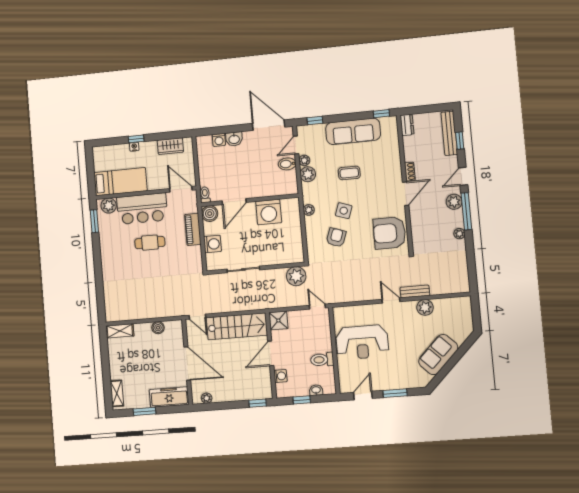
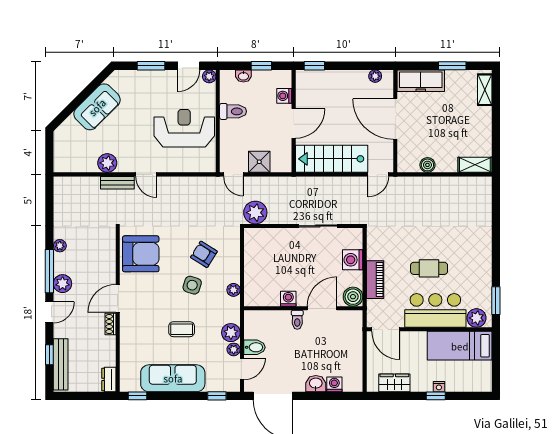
toilet: (205, 195) -> (297, 320), moved
washing machine: (269, 212) -> (288, 299), width x0.53, depth x0.53
armchair: (336, 237) -> (204, 254), turned 102
door: (197, 317) -> (378, 174), swing flipped
shower: (278, 320) -> (259, 162), moved
plant: (345, 388) -> (209, 76), added

